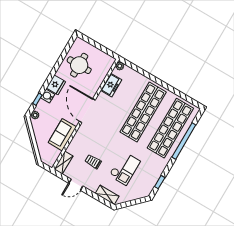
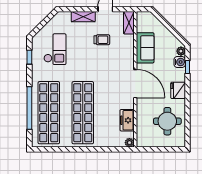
water cooler: (48, 96) -> (180, 62), moved
checkout: (125, 168) -> (55, 49), moved, turned 180
shelving: (107, 195) -> (83, 17), moved

